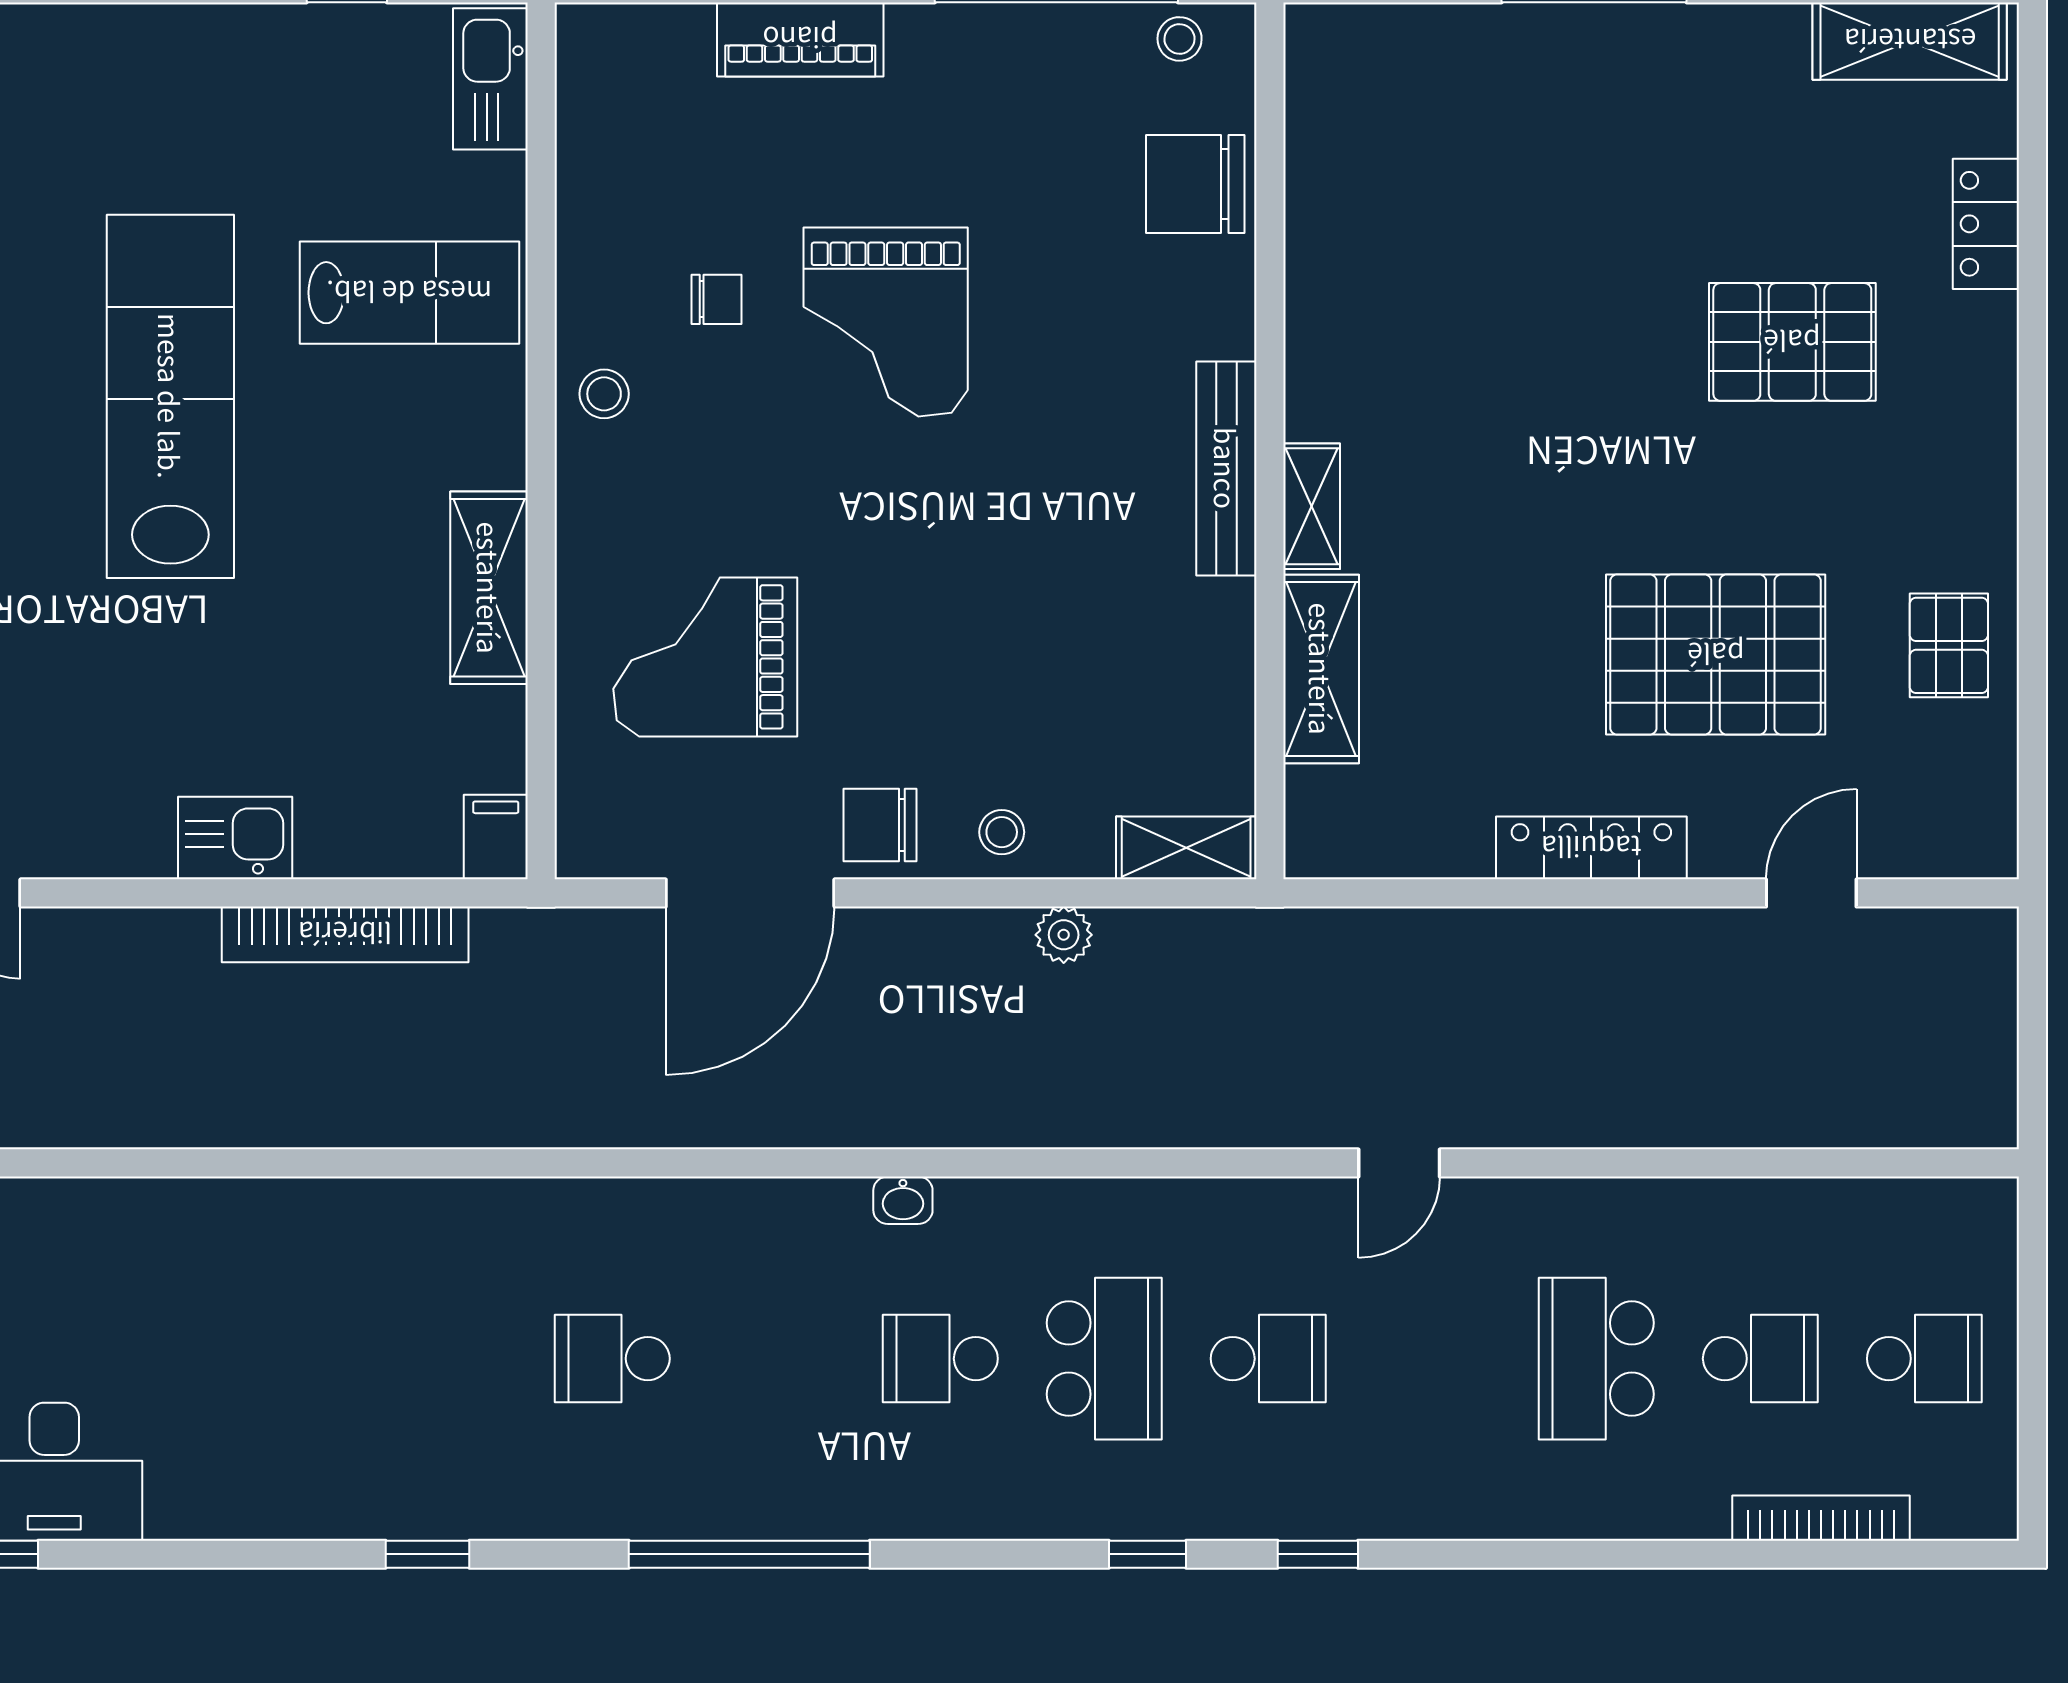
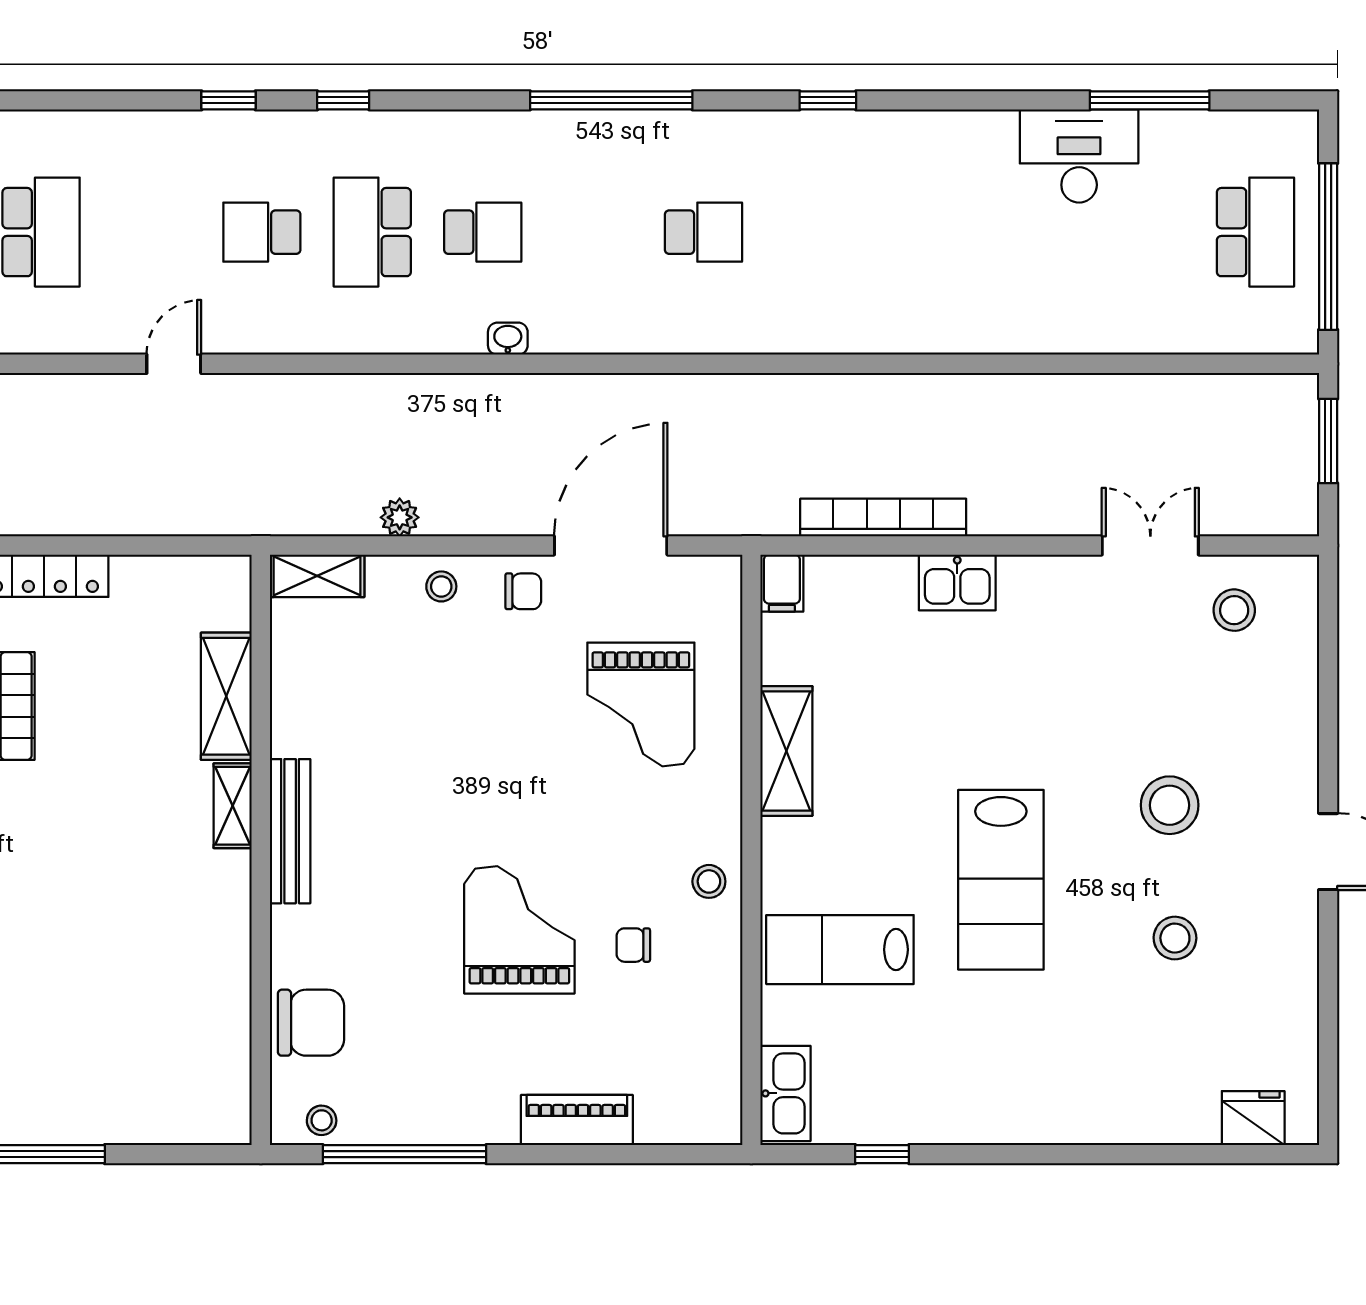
lab bench: (170, 396) -> (1001, 880), width x0.73
grand piano: (705, 657) -> (641, 704), turned 90
chair: (880, 825) -> (523, 591), width x0.73, depth x0.73

